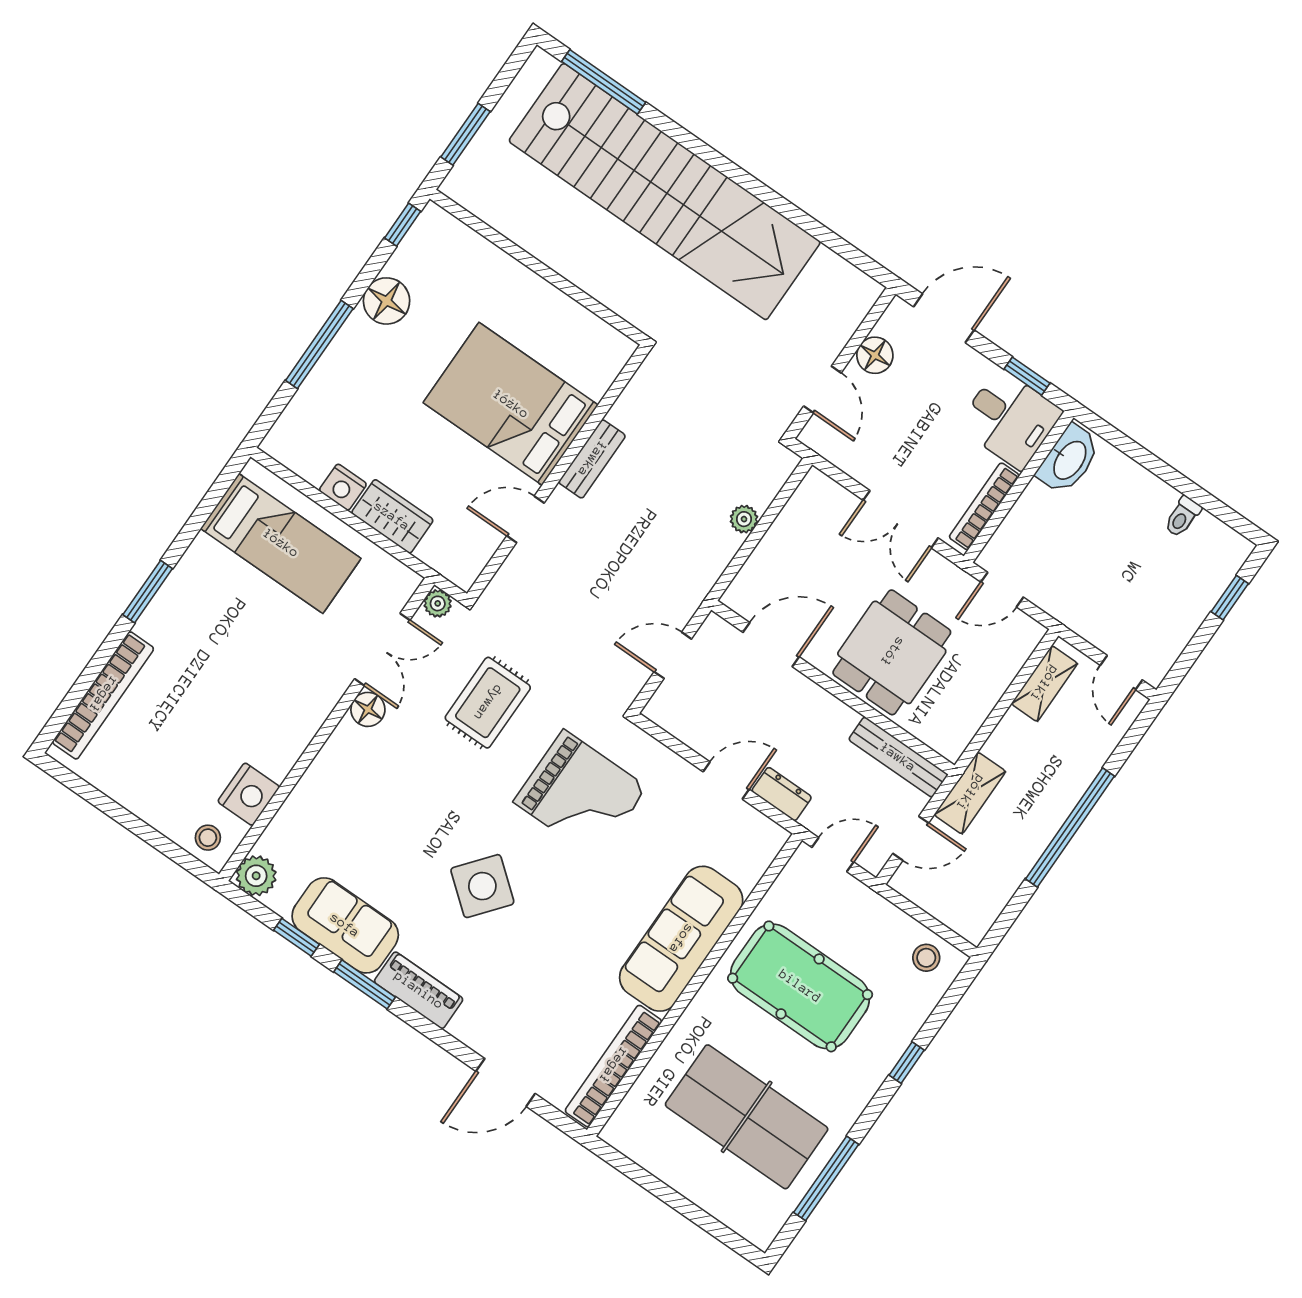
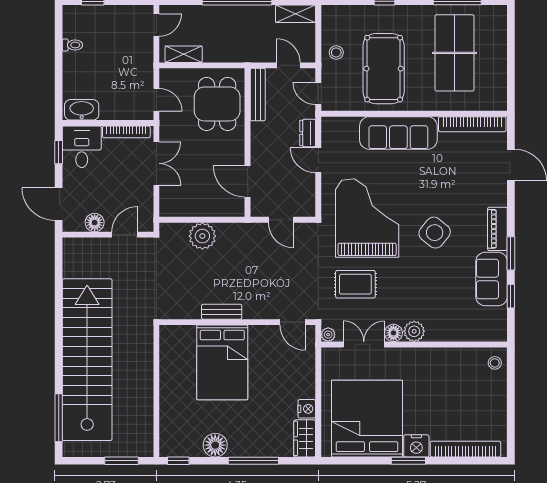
wardrobe: (392, 516) -> (305, 438), moved
door: (525, 519) -> (292, 322), moved
plant: (744, 519) -> (202, 236), width x1.87, depth x1.87
bed: (281, 543) -> (367, 419), width x2.04
dining table: (892, 652) -> (217, 104), moved, turned 90
shelving: (970, 793) -> (296, 14), moved
nightstand: (249, 794) -> (416, 446), moved, turned 180
grand piano: (580, 795) -> (367, 218), width x1.37, depth x1.48
plant: (256, 876) -> (414, 331), moved
stool: (926, 958) -> (336, 53), moved

